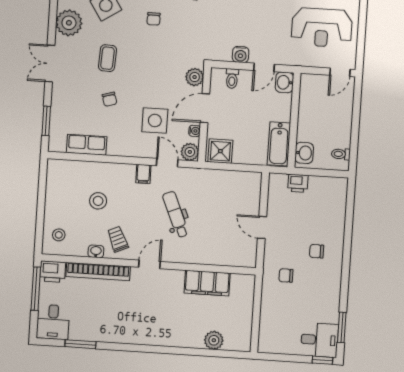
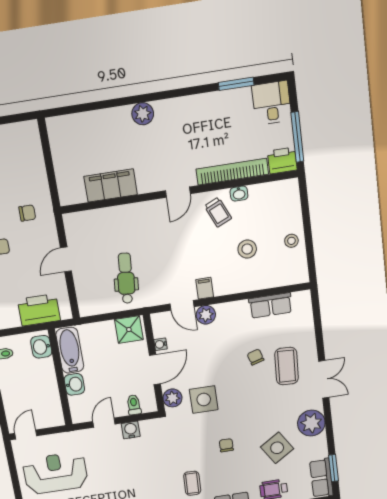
coffee table: (107, 58) -> (287, 366), moved, width x1.36, depth x1.30
washbasin: (284, 82) -> (74, 384), moved
window: (46, 121) -> (317, 321), removed
side table: (155, 121) -> (204, 399), moved
plant: (190, 152) -> (206, 315), moved
printer: (298, 183) -> (39, 310), width x1.87, depth x1.48
dental chair: (176, 214) -> (126, 278), moved, turned -152
door: (262, 227) -> (66, 259), swing flipped
stool: (59, 235) -> (291, 241), moved
plant: (214, 340) -> (143, 114), moved

